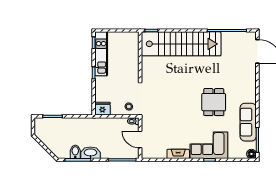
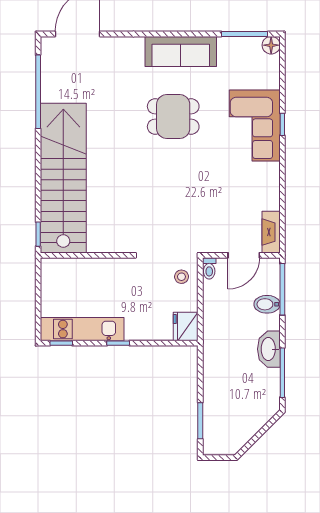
sofa: (248, 122) -> (181, 51), moved
bidet: (75, 152) -> (267, 304), moved
fireplace: (178, 154) -> (271, 232), moved

